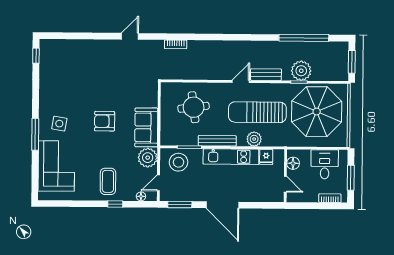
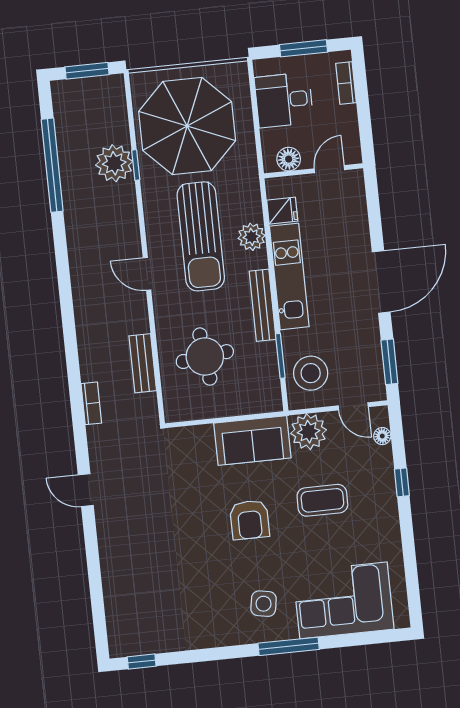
bench: (266, 75) -> (143, 363), moved
coffee table: (108, 181) -> (322, 500), moved

